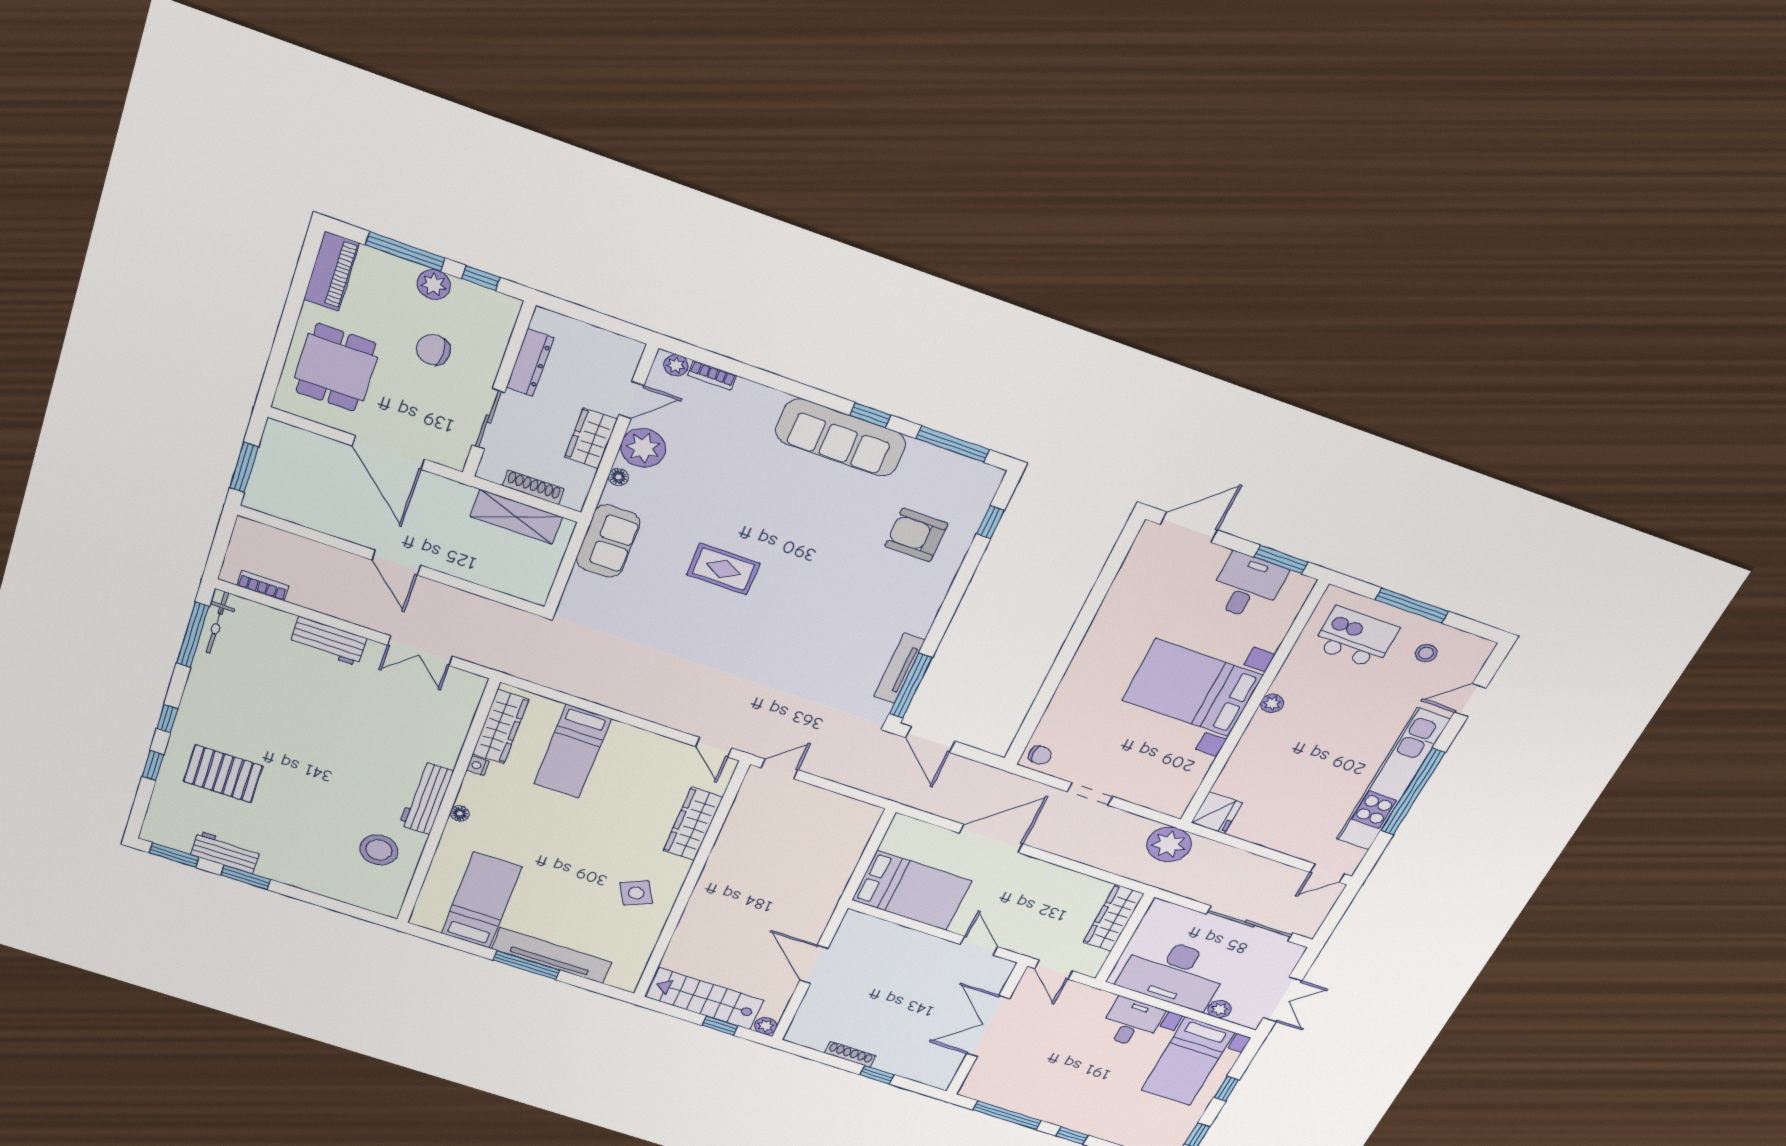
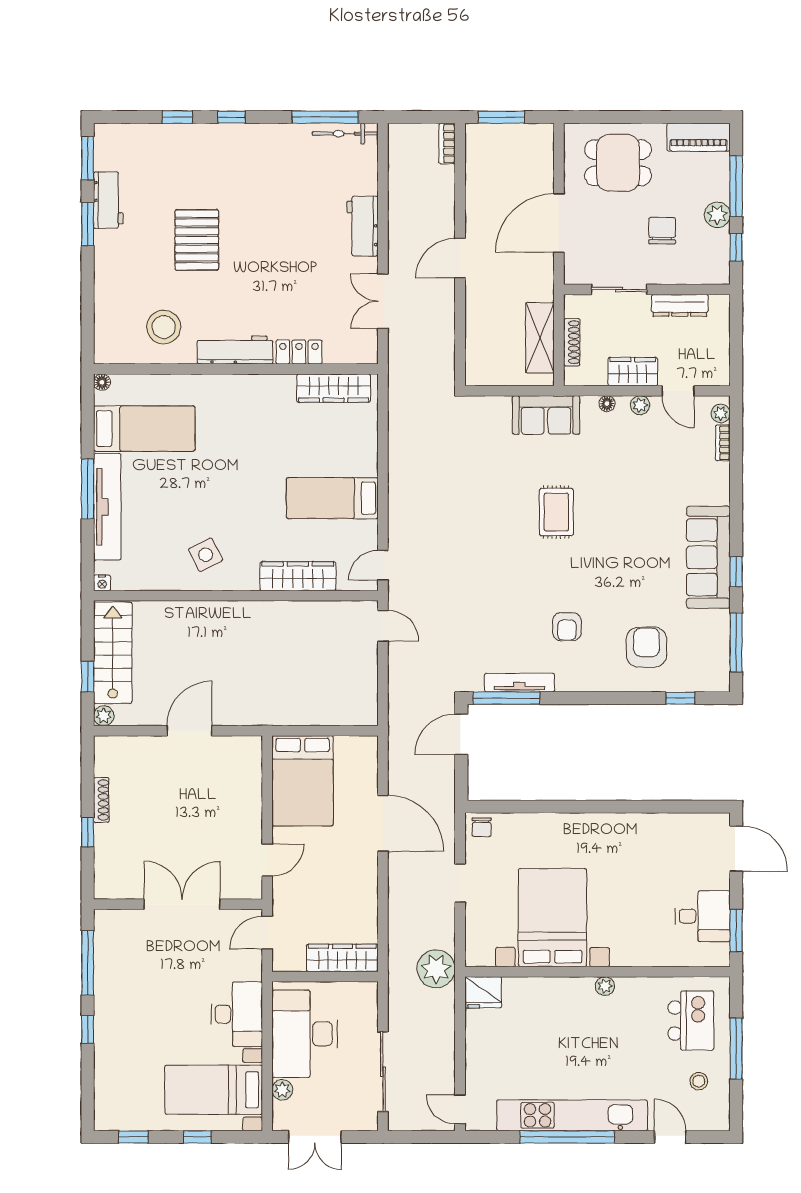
plant: (643, 448) -> (640, 405), width x0.53, depth x0.53
bookcase: (263, 586) -> (447, 144), moved, turned 180
armchair: (858, 603) -> (567, 627), added
bed with nightstands: (1192, 688) -> (552, 918), moved
locker: (449, 744) -> (299, 352), added
bed: (572, 751) -> (332, 498), moved
nightstand: (478, 766) -> (102, 583), moved, turned 180
pallet: (223, 774) -> (197, 240), moved
floor lamp: (460, 813) -> (102, 382), moved
desk: (1131, 1023) -> (237, 1014), width x1.37

